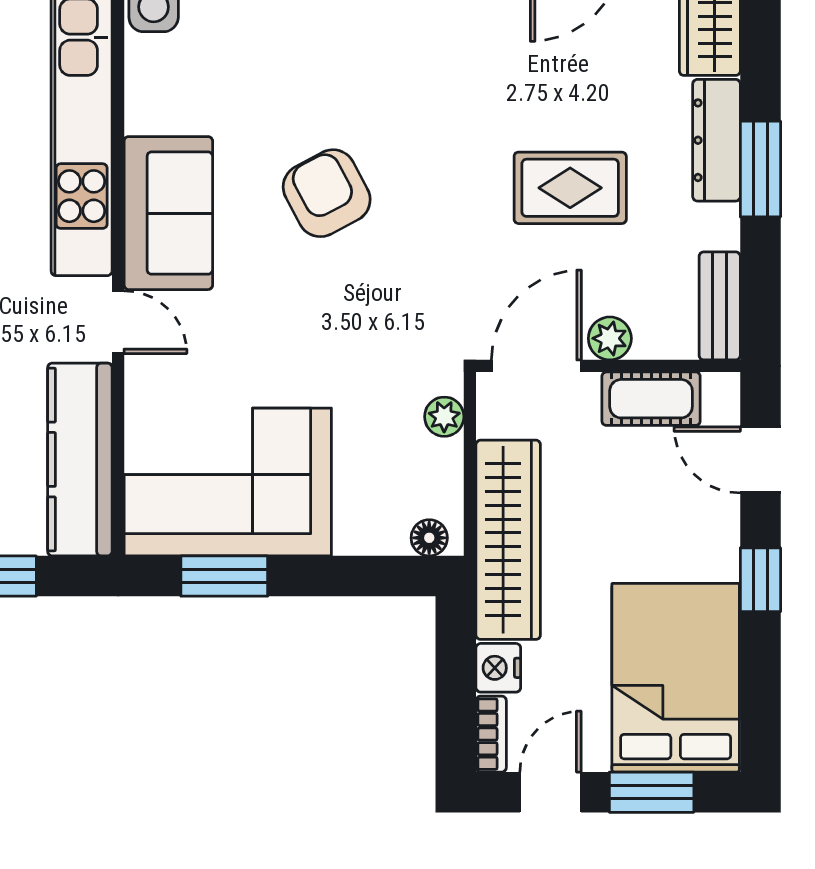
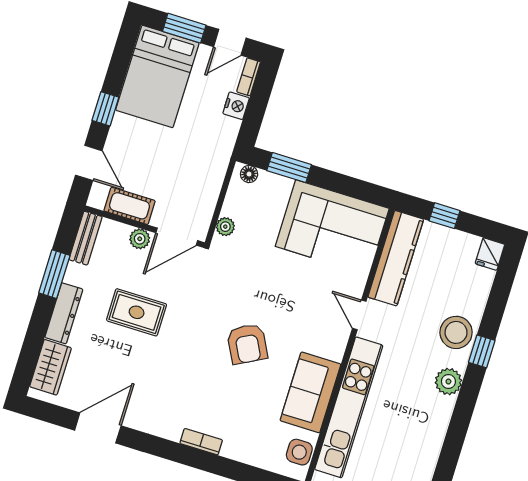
window: (760, 169) -> (54, 274), moved
sofa: (168, 213) -> (310, 392), moved
wardrobe: (508, 540) -> (214, 162), removed
window: (224, 576) -> (289, 168), moved

